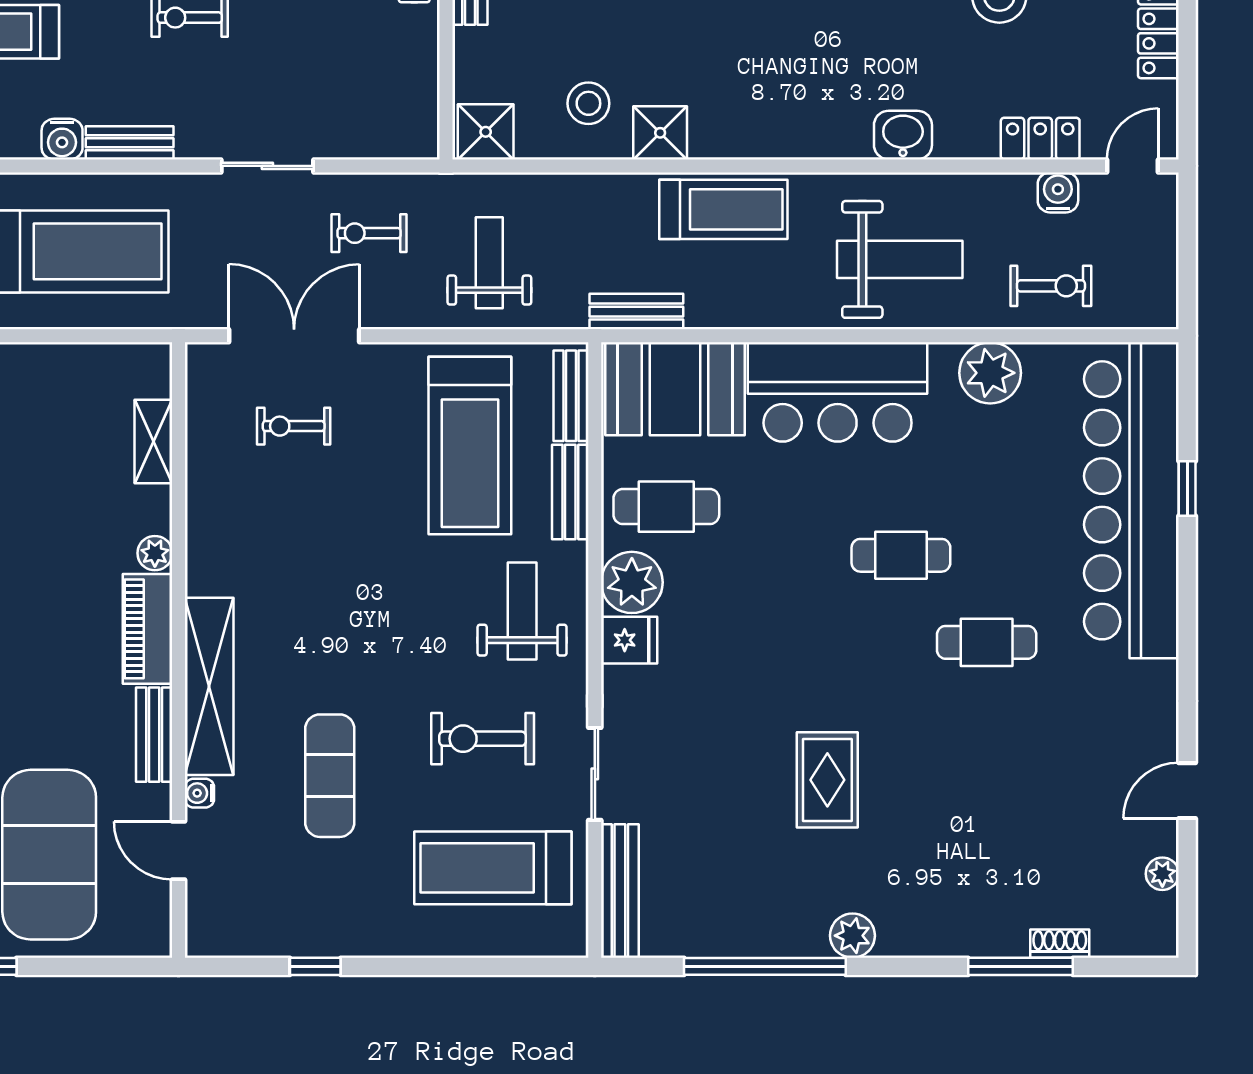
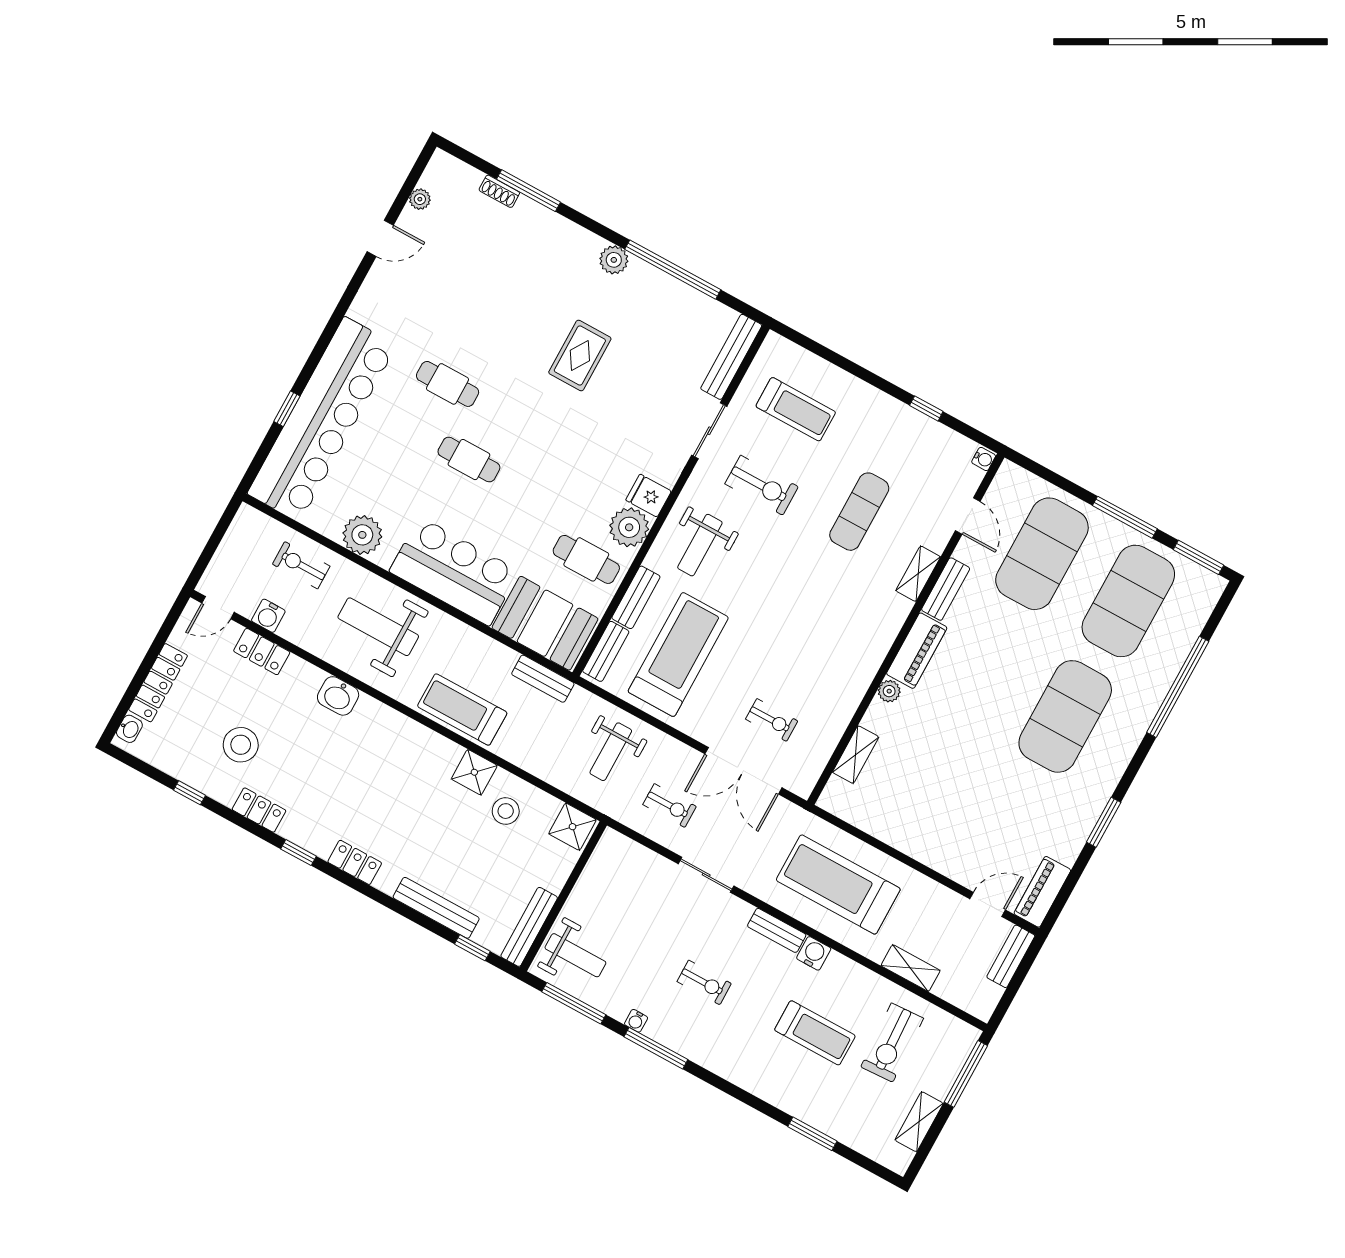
shelving: (209, 686) -> (918, 574), width x0.45, depth x0.75
water cooler: (199, 793) -> (984, 459), moved
treadmill: (493, 868) -> (796, 409), width x0.73, depth x0.73

